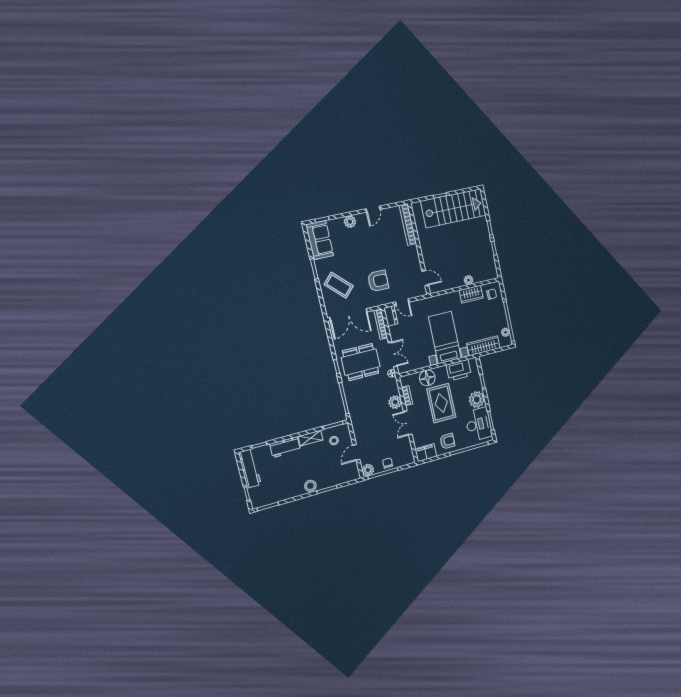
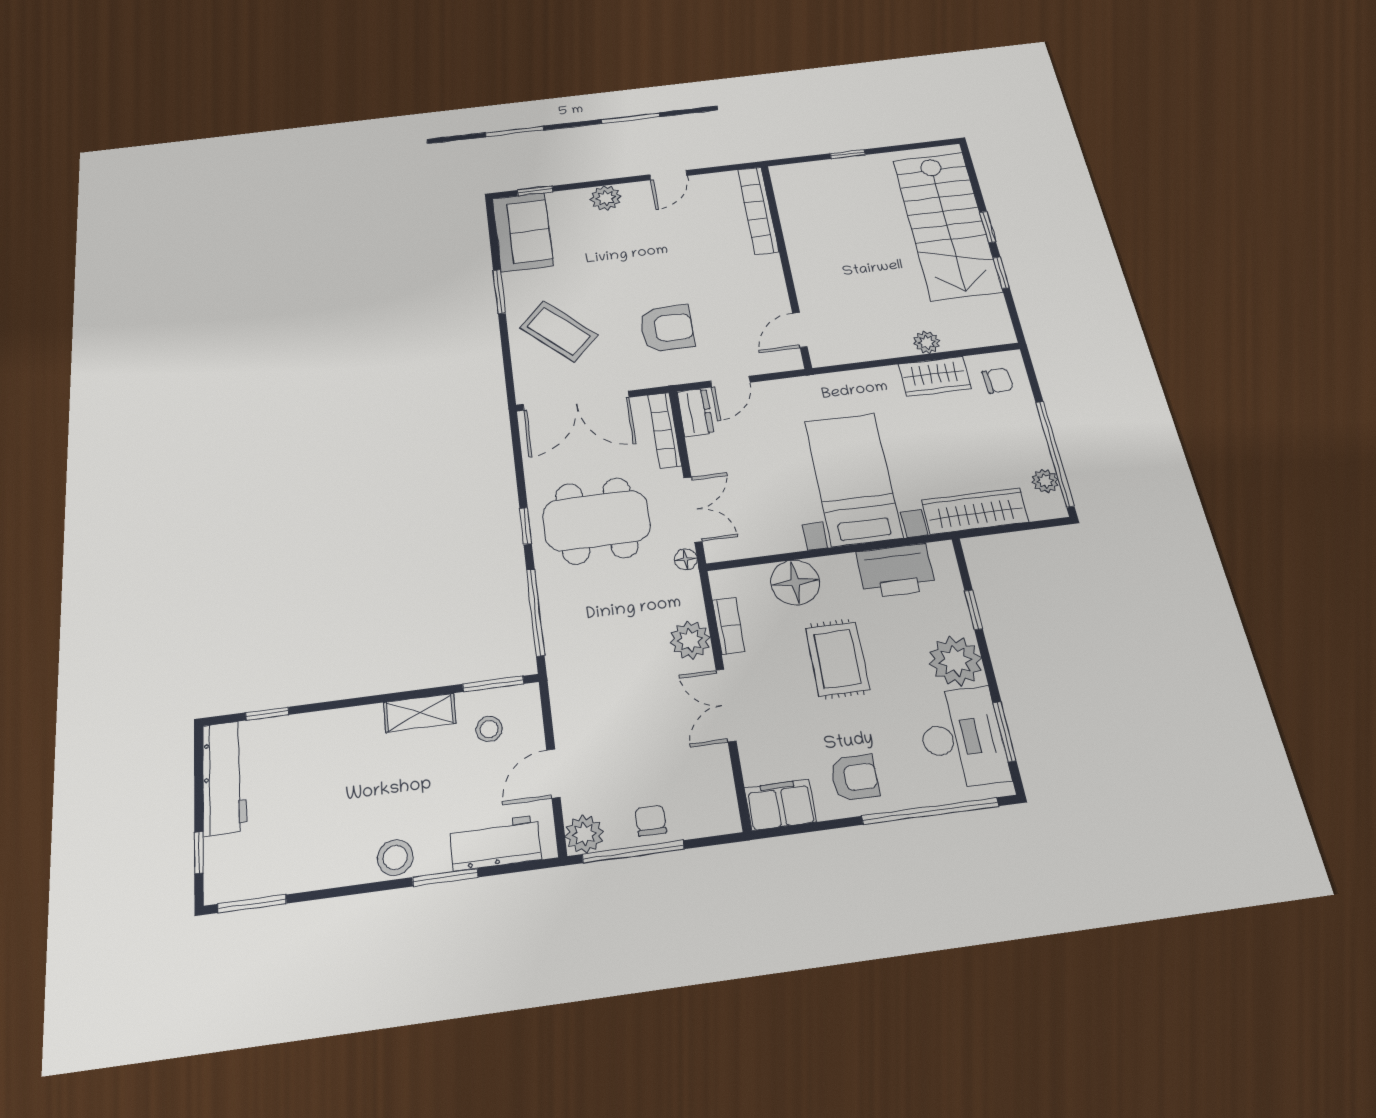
stairs: (454, 208) -> (947, 225), moved, turned 90
door: (425, 278) -> (800, 330), swing flipped
door: (402, 302) -> (730, 382), hinge flipped
rug: (441, 403) -> (837, 659), width x0.73, depth x0.70
workbench: (285, 447) -> (495, 843), moved, turned 180

